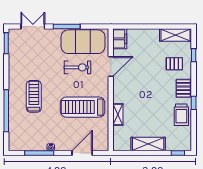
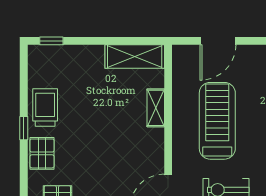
treadmill: (83, 107) -> (217, 121), turned -90
shelving: (148, 144) -> (135, 56), moved

